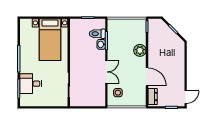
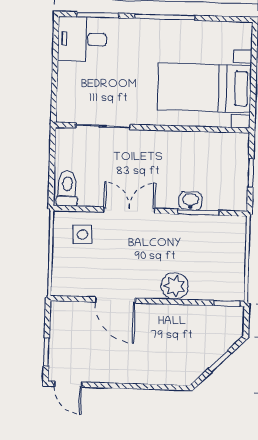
toilet: (97, 34) -> (67, 189), moved
double door: (106, 72) -> (129, 210), swing flipped
door: (147, 77) -> (115, 300), hinge flipped
desk: (31, 84) -> (82, 39), moved, turned -90
dresser: (153, 97) -> (72, 311), removed

